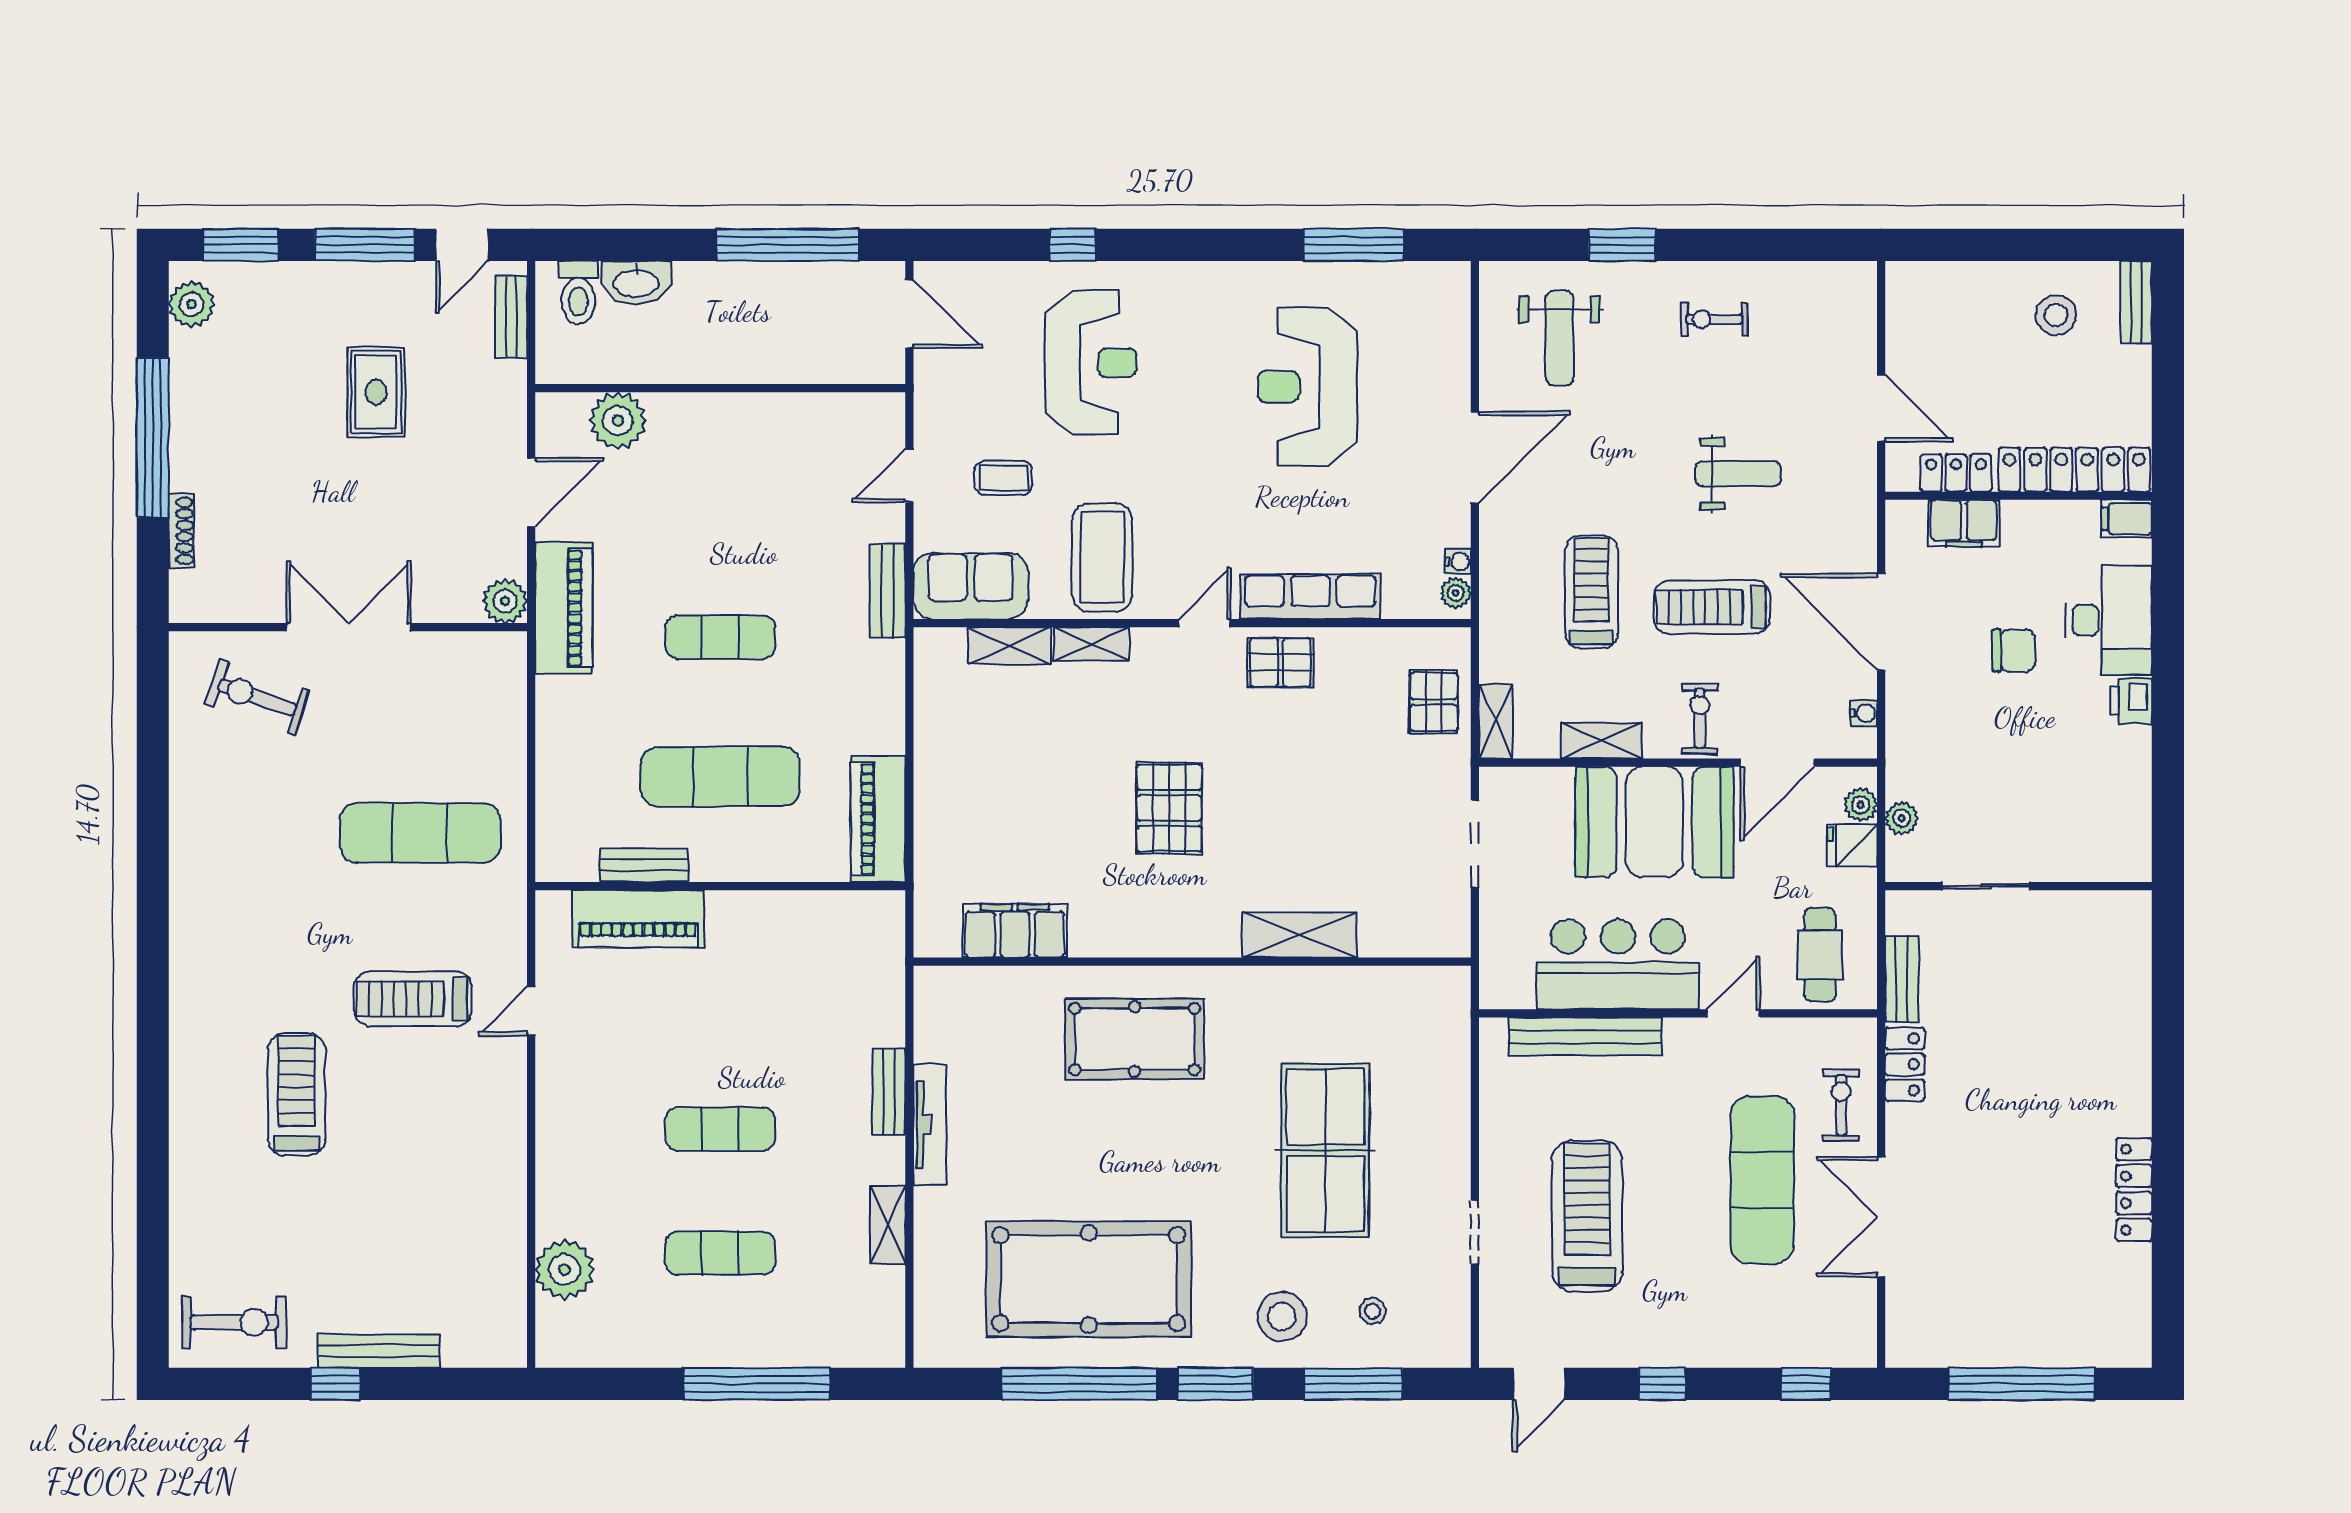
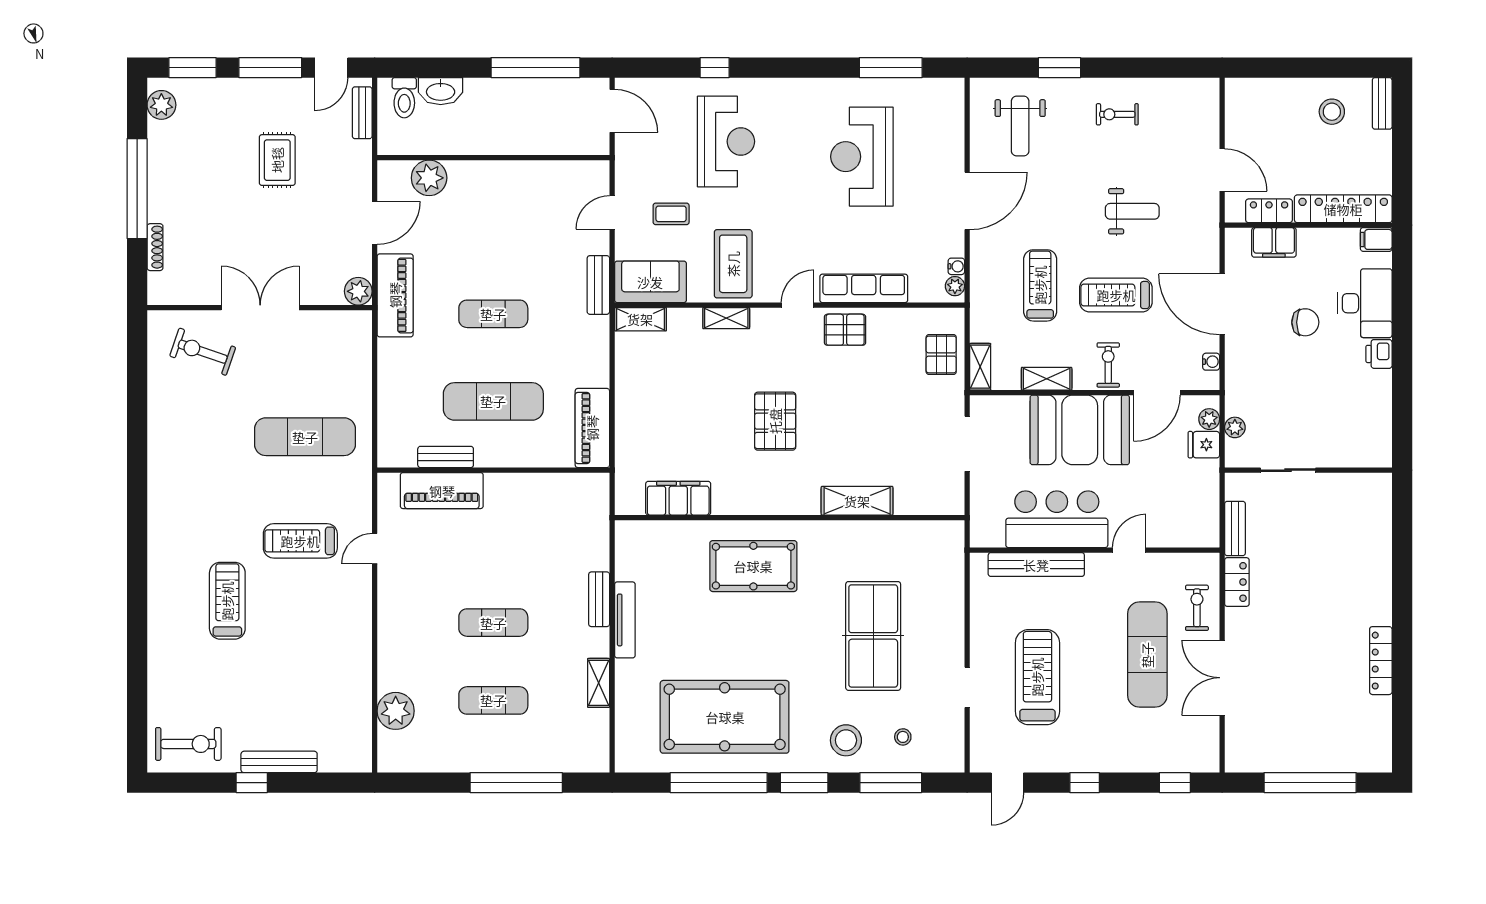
shelving: (1010, 646) -> (640, 319), moved
cafe table: (1820, 955) -> (1184, 513), removed

